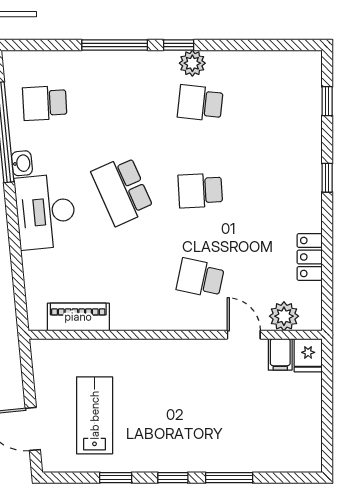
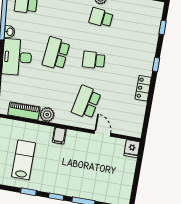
school desk: (122, 191) -> (56, 53), turned 30
locker: (310, 257) -> (143, 88), moved
school desk: (200, 278) -> (86, 102), width x1.85
plant: (284, 316) -> (47, 115), moved
filing cabinet: (280, 354) -> (59, 136), moved

